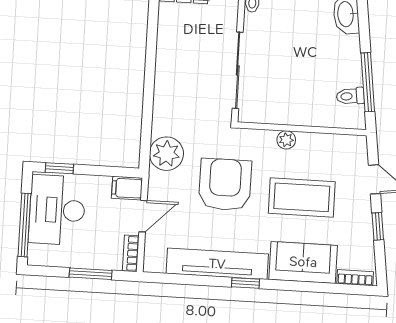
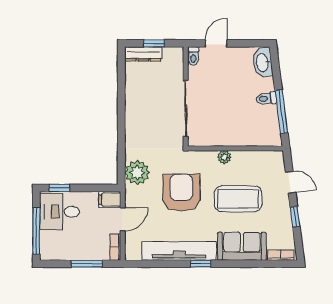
toilet: (350, 96) -> (266, 99), moved
desk: (57, 210) -> (60, 212), width x0.73

